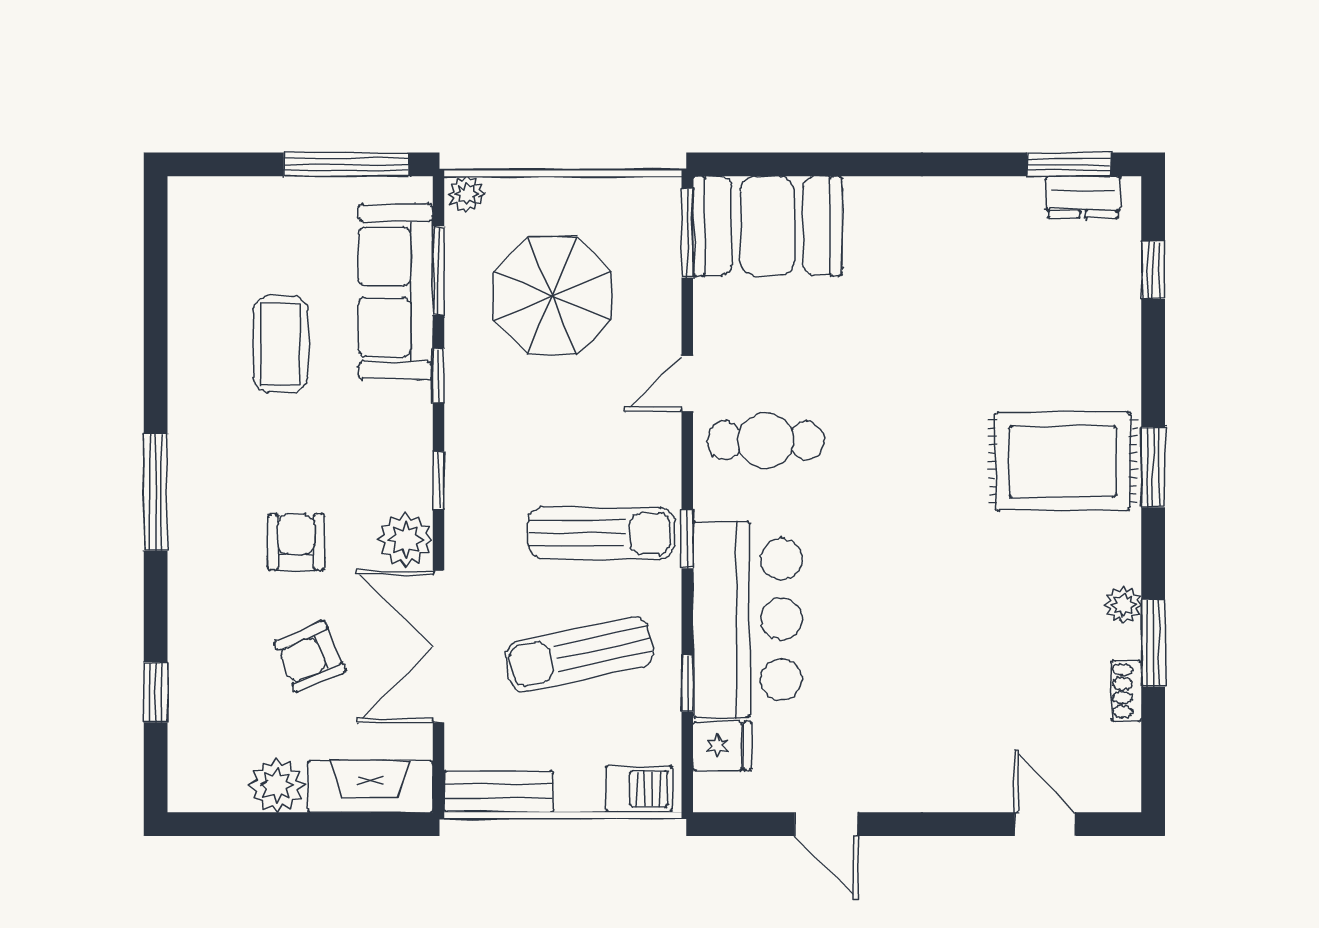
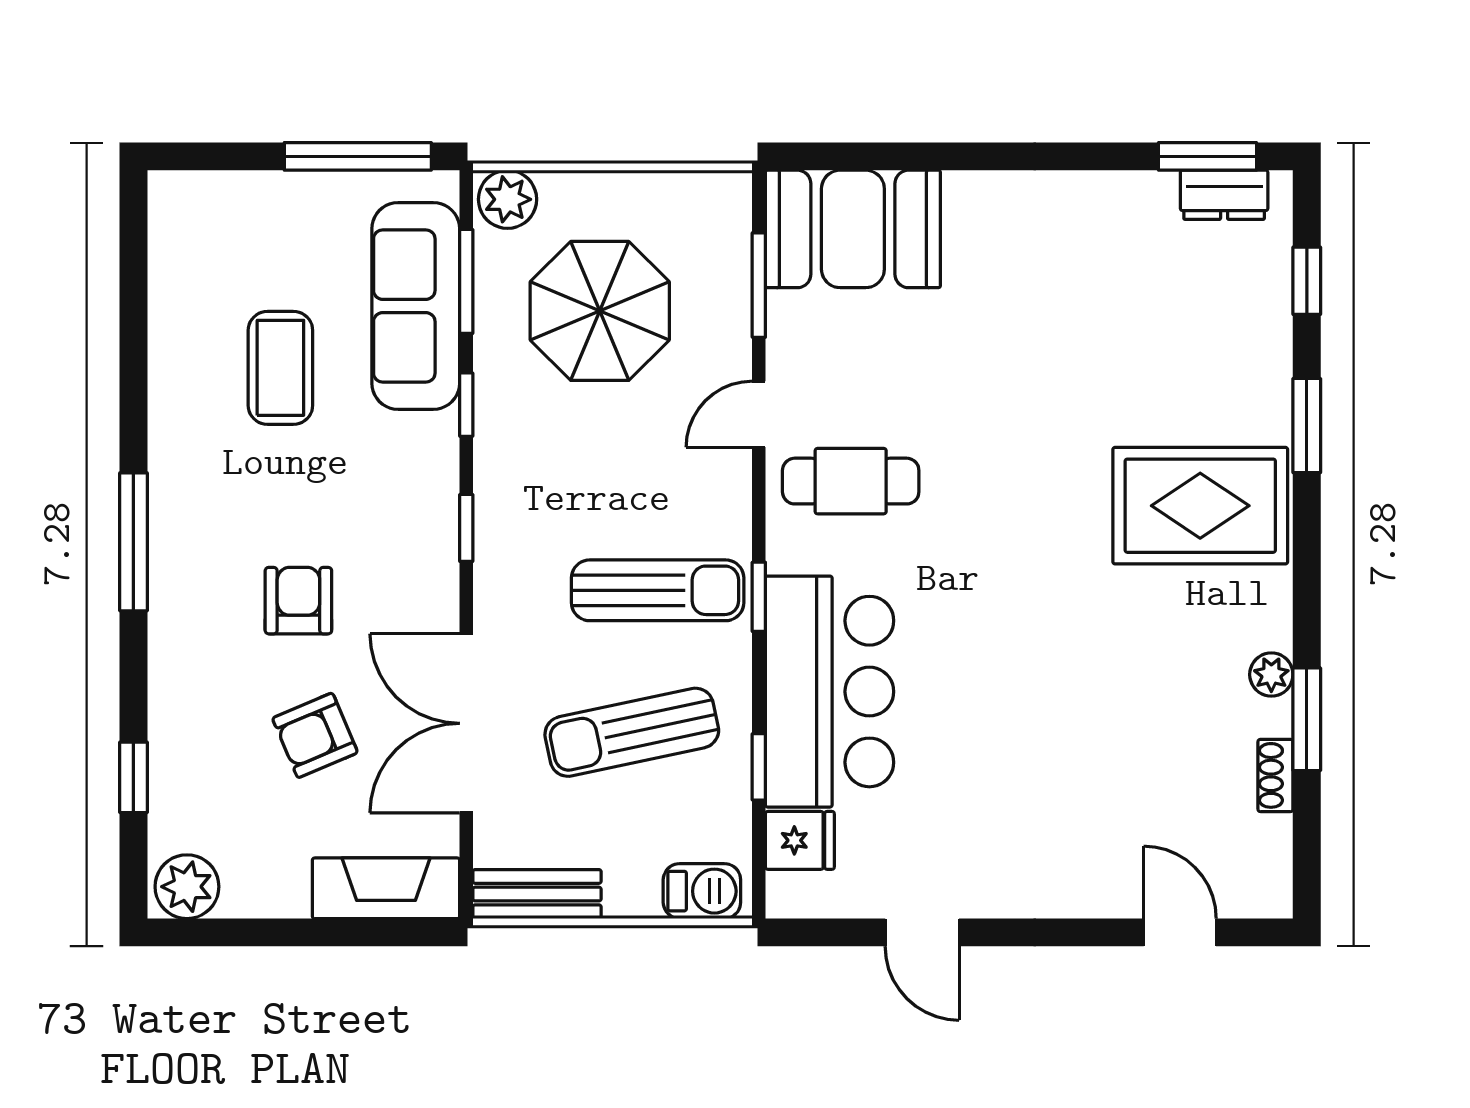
plant: (467, 194) -> (508, 199), width x1.38, depth x1.38
window: (687, 233) -> (759, 285), moved
window: (1153, 467) -> (1307, 426), moved
plant: (406, 540) -> (427, 598), removed
plant: (277, 785) -> (187, 887), moved

